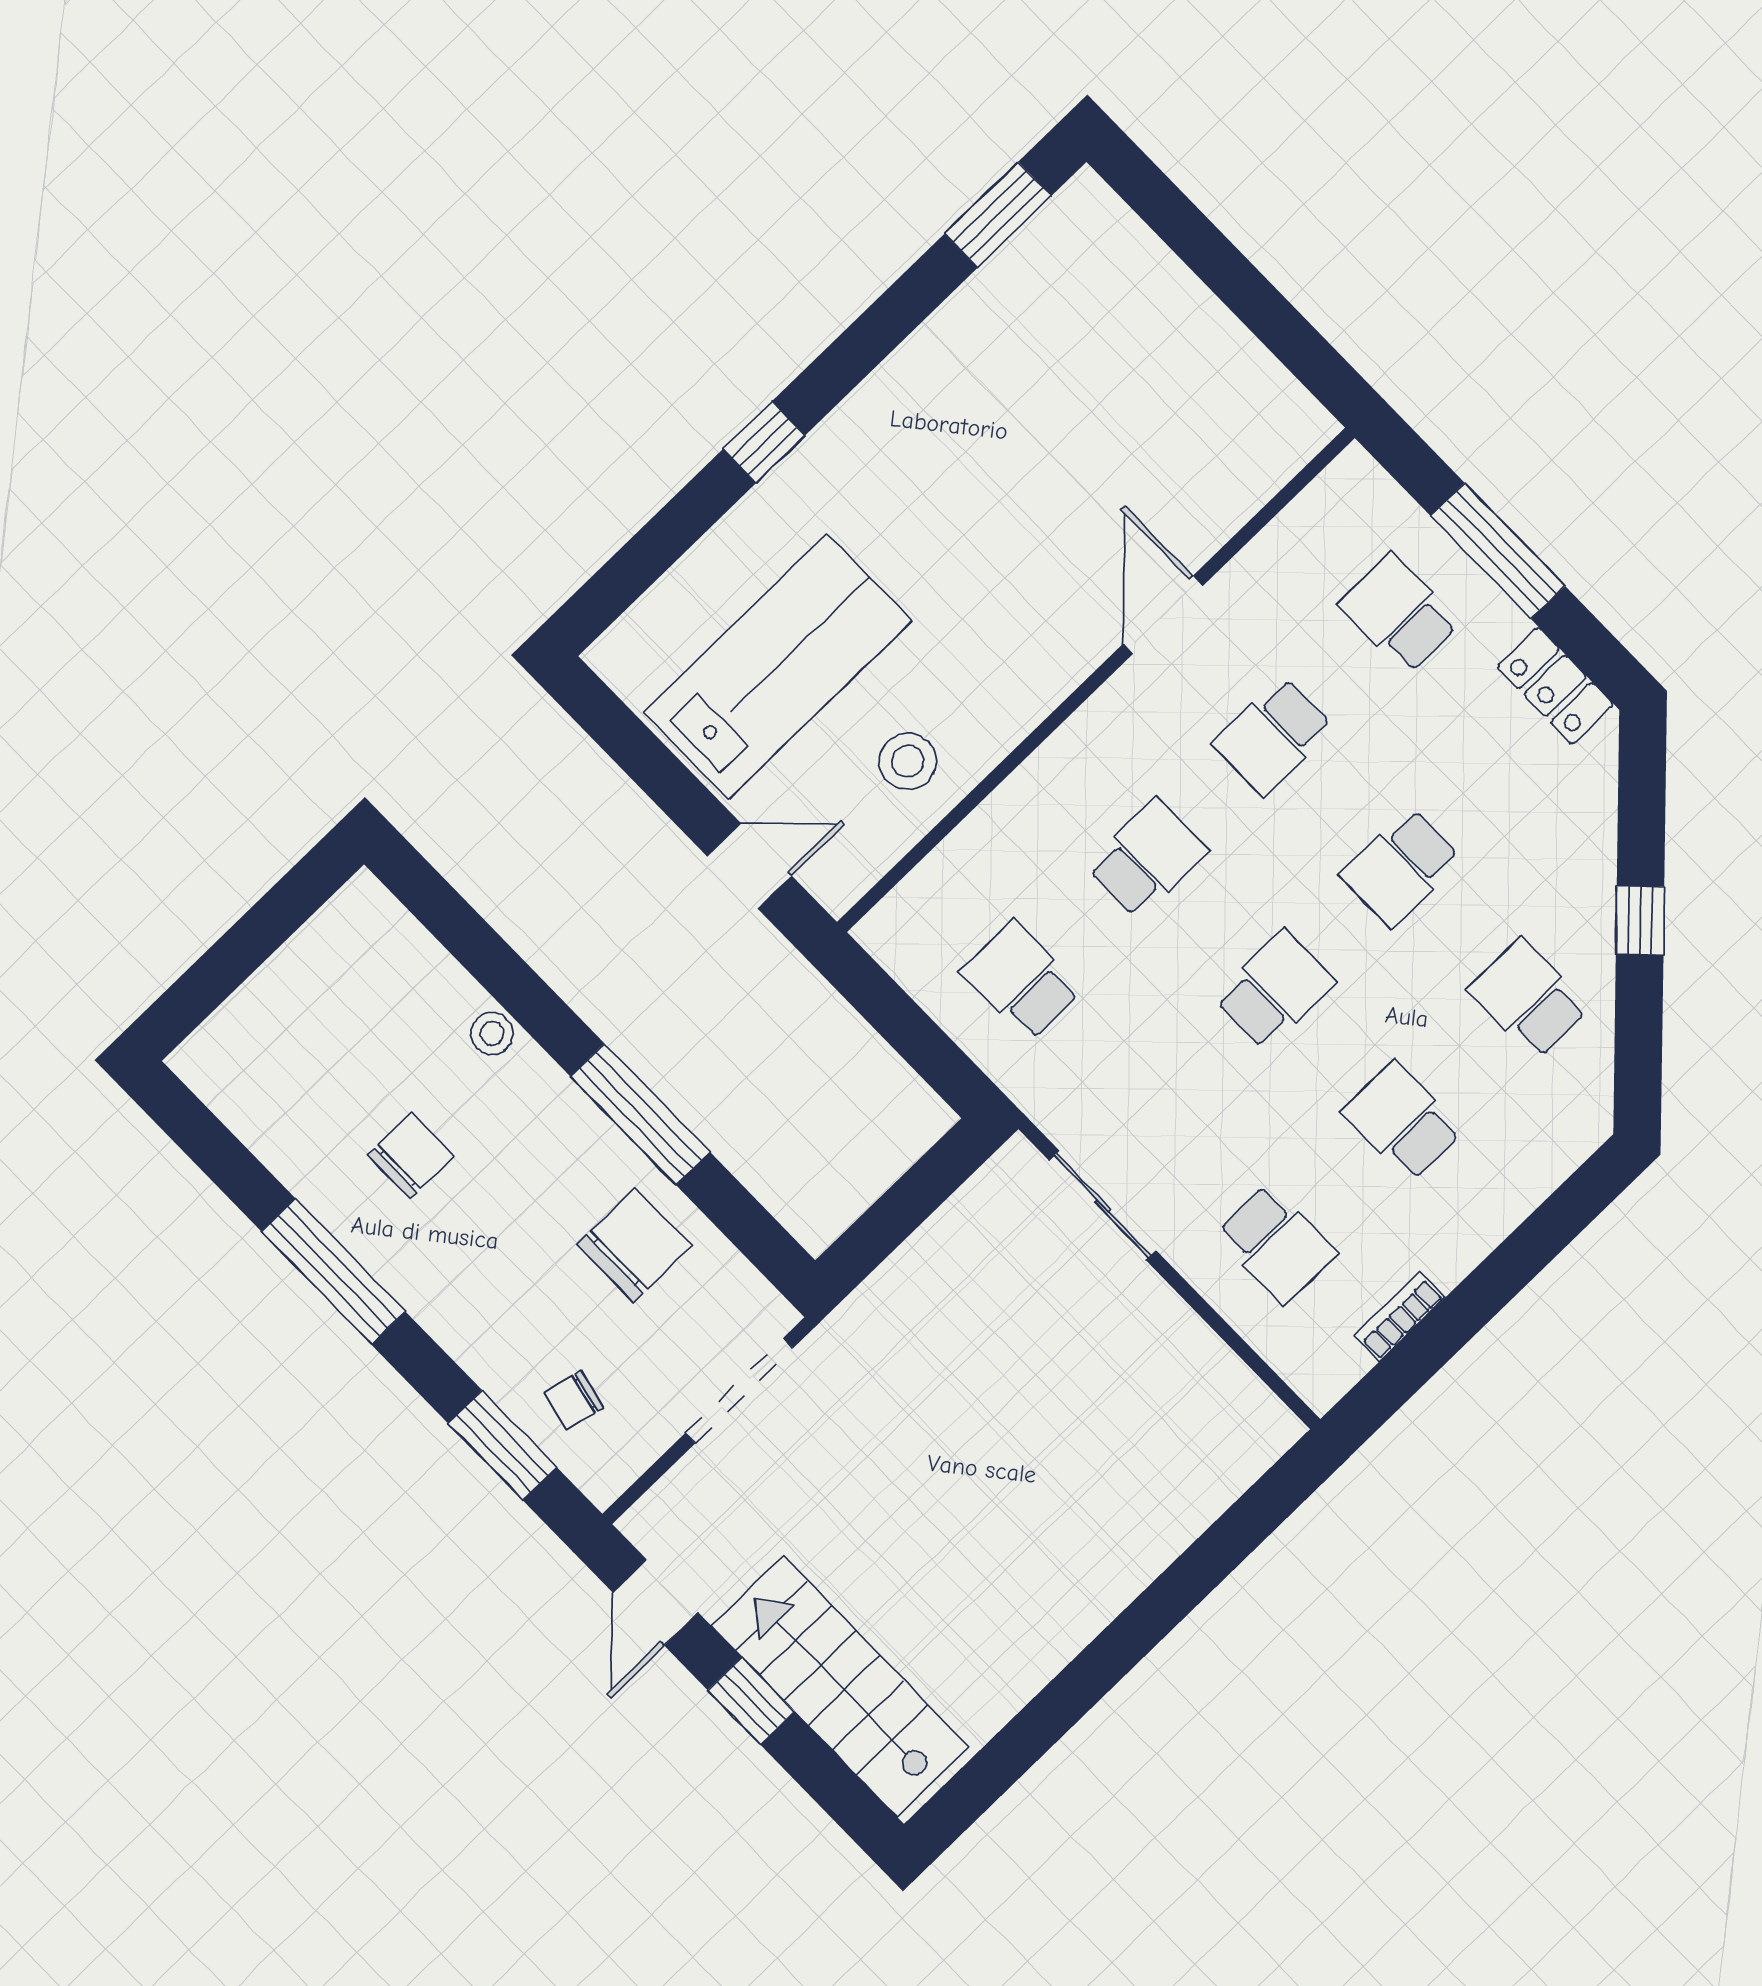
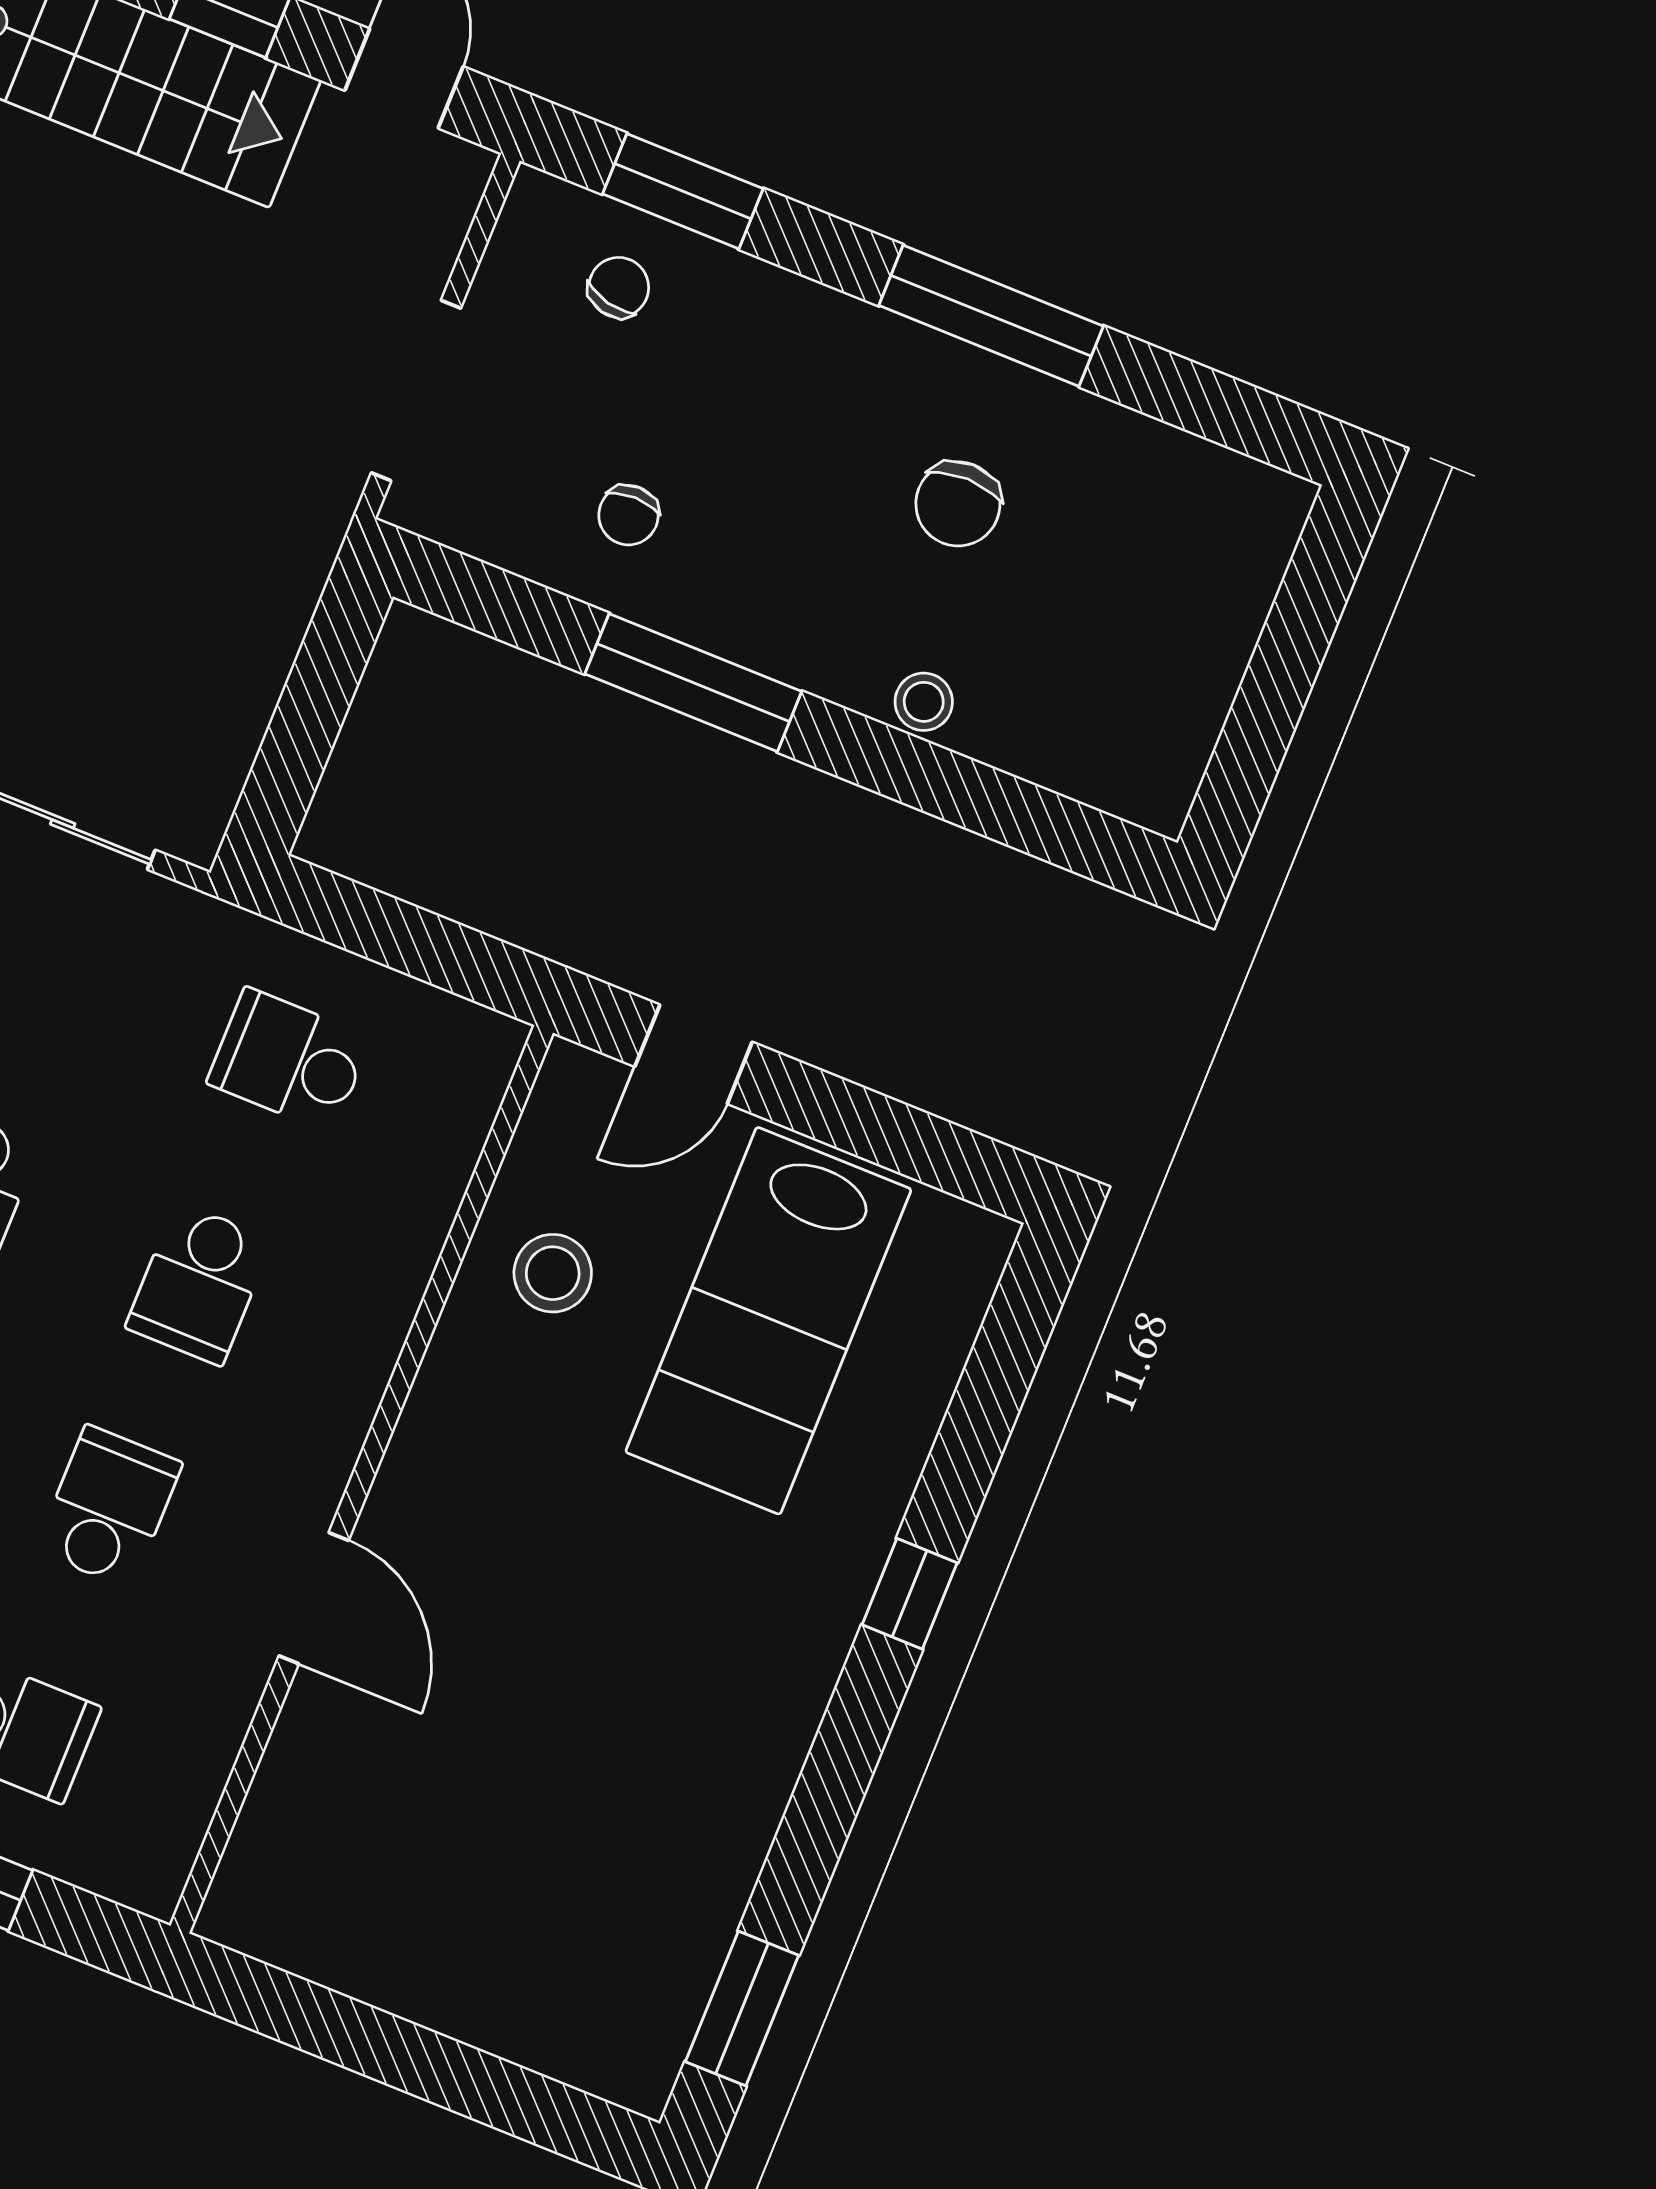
school desk: (1021, 981) -> (289, 1060), turned 180
chair: (634, 1245) -> (628, 515), width x0.54, depth x0.54

